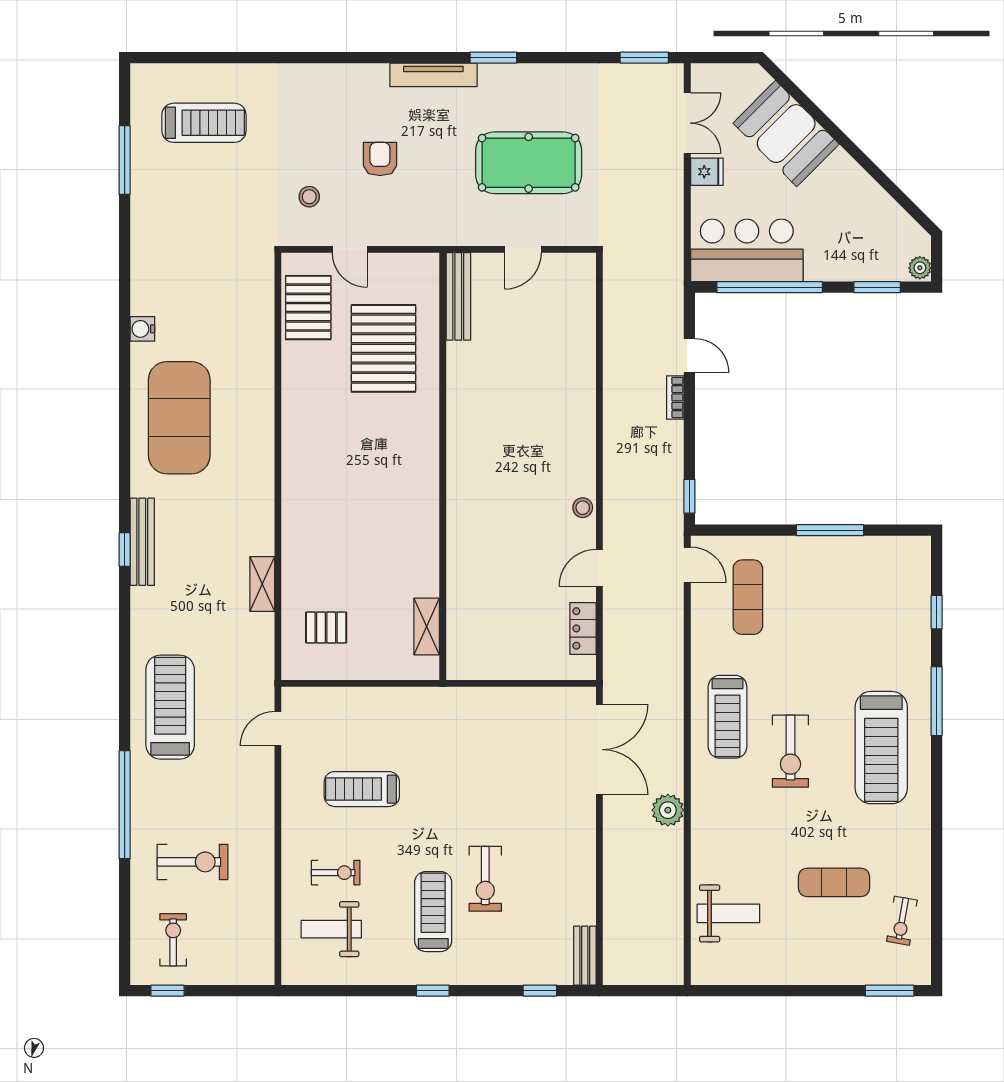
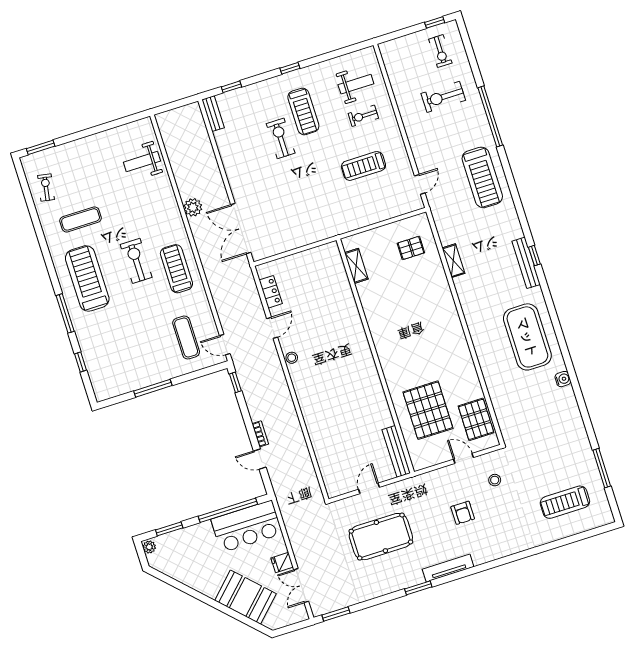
treadmill: (362, 789) -> (363, 166), turned 180
exercise mat: (834, 882) -> (81, 219), moved

